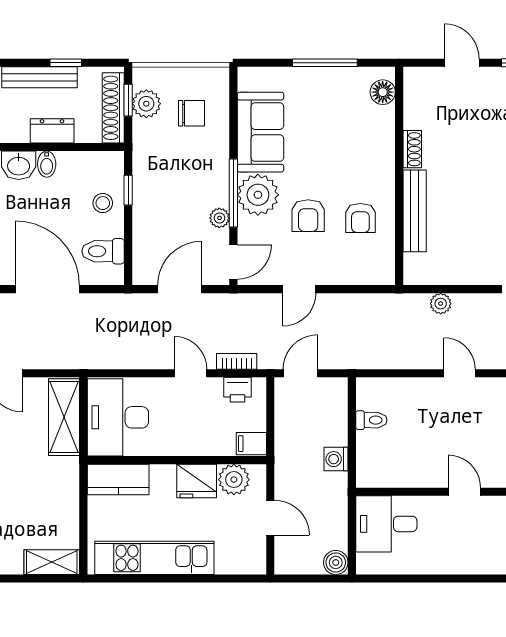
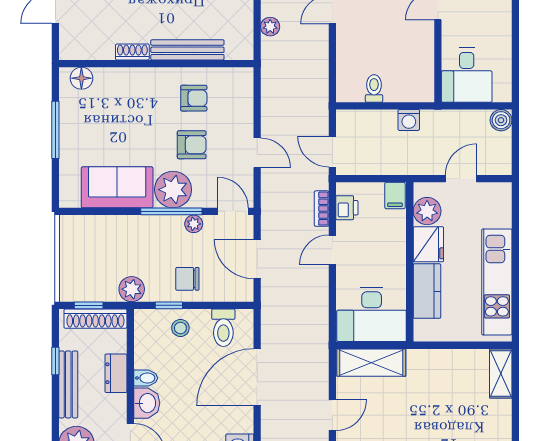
plant: (146, 104) -> (132, 289), moved
chair: (191, 113) -> (187, 279), moved, turned -90
kitchen counter: (118, 479) -> (427, 291), moved

